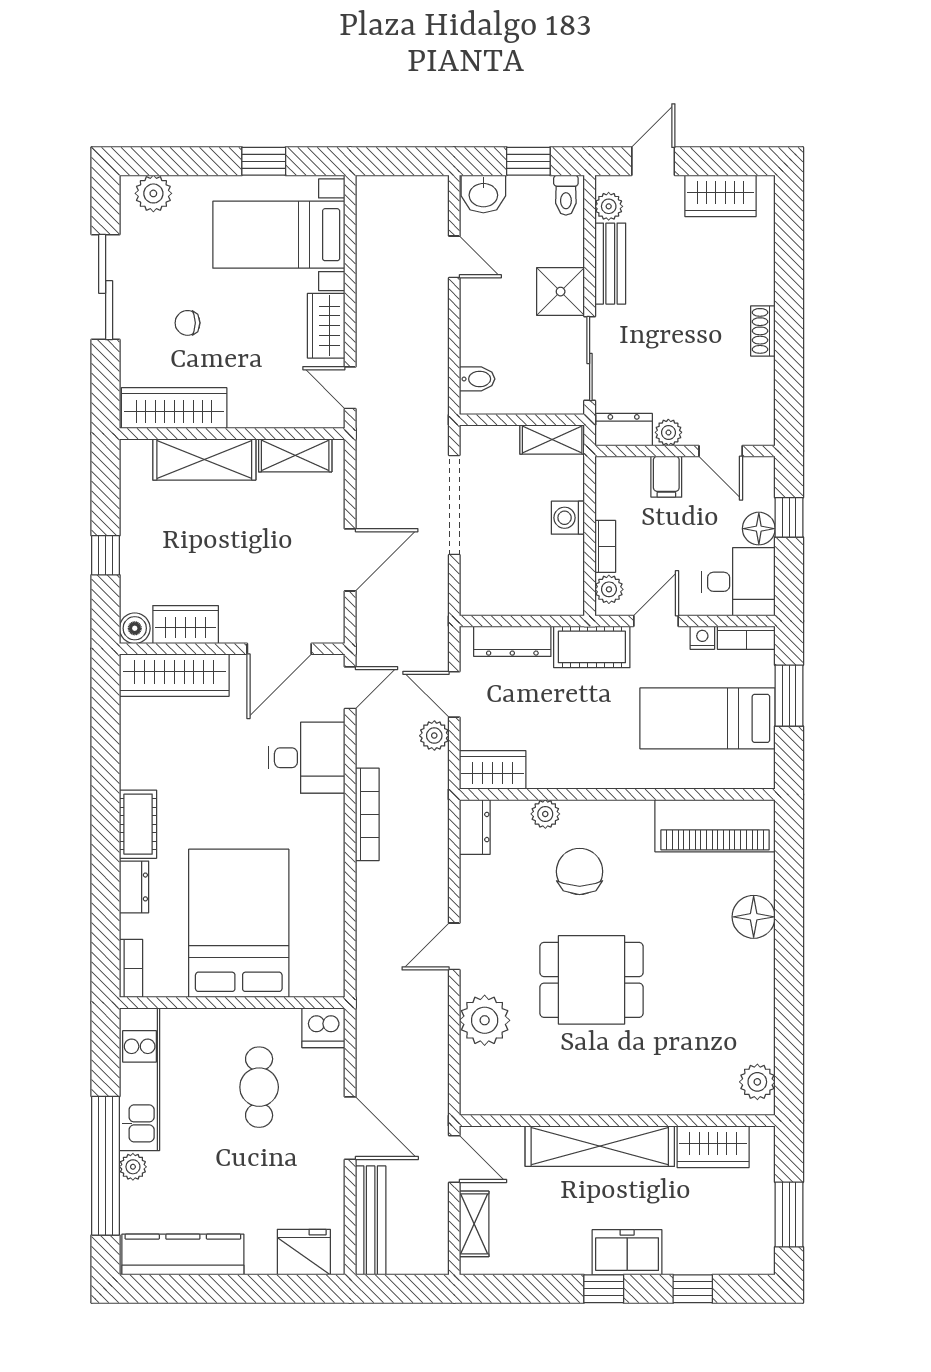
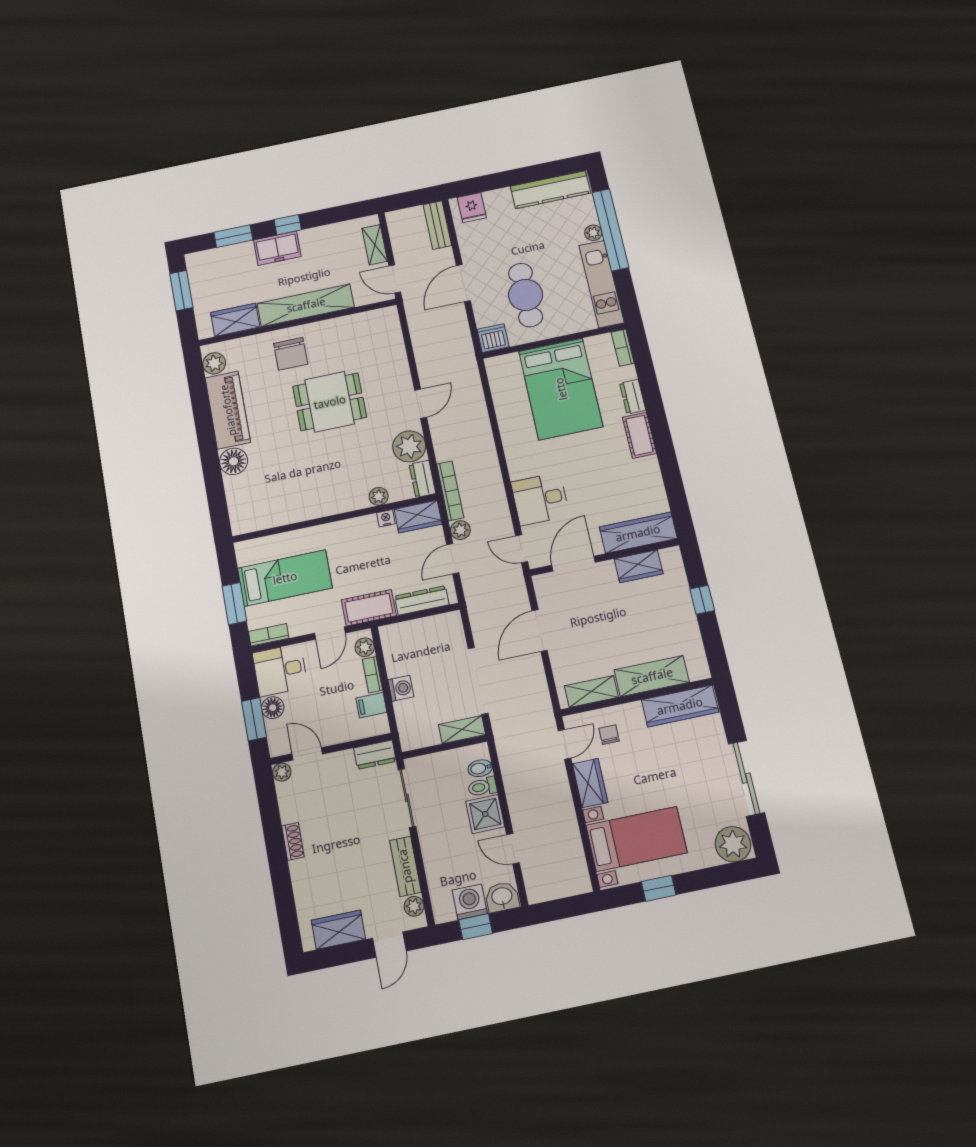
plant: (153, 193) -> (733, 844), width x1.36, depth x1.36
toilet: (566, 195) -> (482, 787), moved, turned -90
washing machine: (530, 196) -> (470, 902), added
shower: (561, 292) -> (485, 814), moved
chair: (188, 323) -> (609, 735), moved, turned -90
door: (350, 388) -> (565, 744), hinge flipped
plant: (668, 432) -> (282, 772), moved
shelving: (552, 440) -> (462, 730), moved
filing cabinet: (666, 477) -> (371, 705), moved, turned -90
window: (789, 517) -> (254, 719), width x1.50
boiler: (135, 628) -> (671, 557), removed
nightstand: (702, 638) -> (386, 518), moved, turned 180
door: (350, 688) -> (522, 549), hinge flipped
door: (454, 694) -> (453, 559), swing flipped
bookcase: (367, 814) -> (450, 491), moved, turned 180
piano: (715, 826) -> (228, 410), moved, turned 90
chair: (580, 871) -> (291, 354), moved
plant: (485, 1020) -> (409, 446), moved
cafe table: (259, 1087) -> (526, 295), width x1.37, depth x1.35
door: (350, 1128) -> (463, 283), hinge flipped
bench: (371, 1220) -> (437, 225), width x0.73
fridge: (304, 1252) -> (472, 208), width x0.72
window: (693, 1289) -> (233, 236), width x1.50

